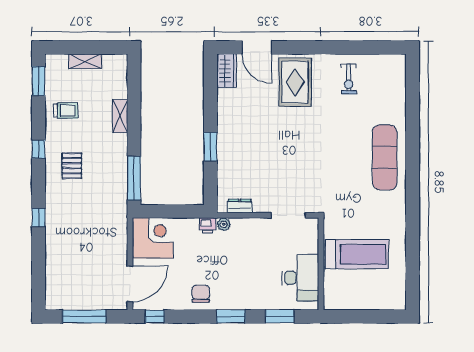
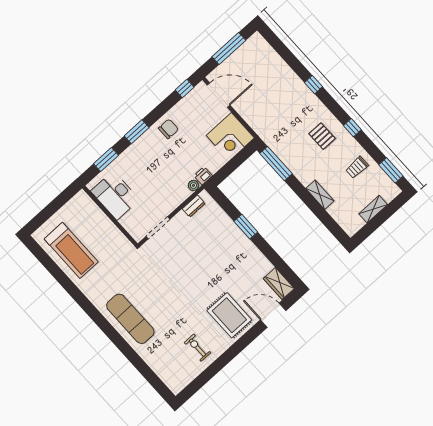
treadmill: (357, 254) -> (71, 250), moved, turned -90
door: (130, 284) -> (219, 95), swing flipped
chair: (201, 294) -> (168, 129), turned -90

